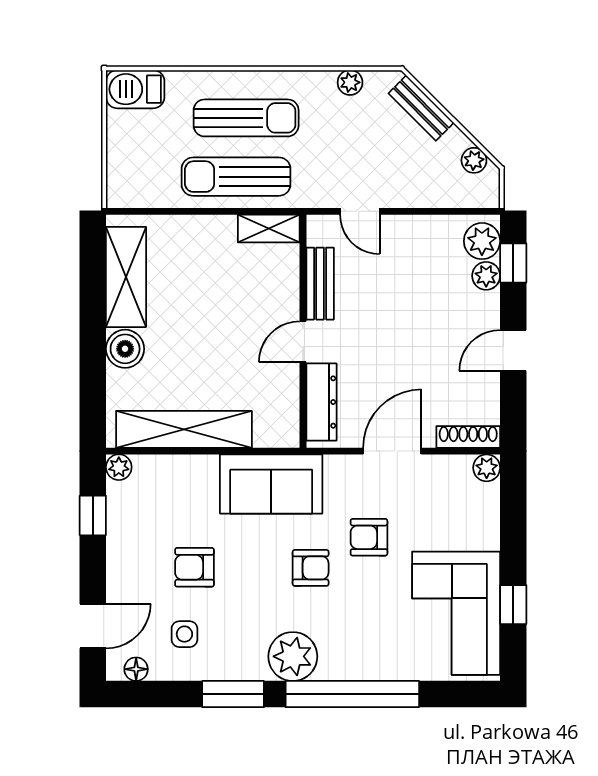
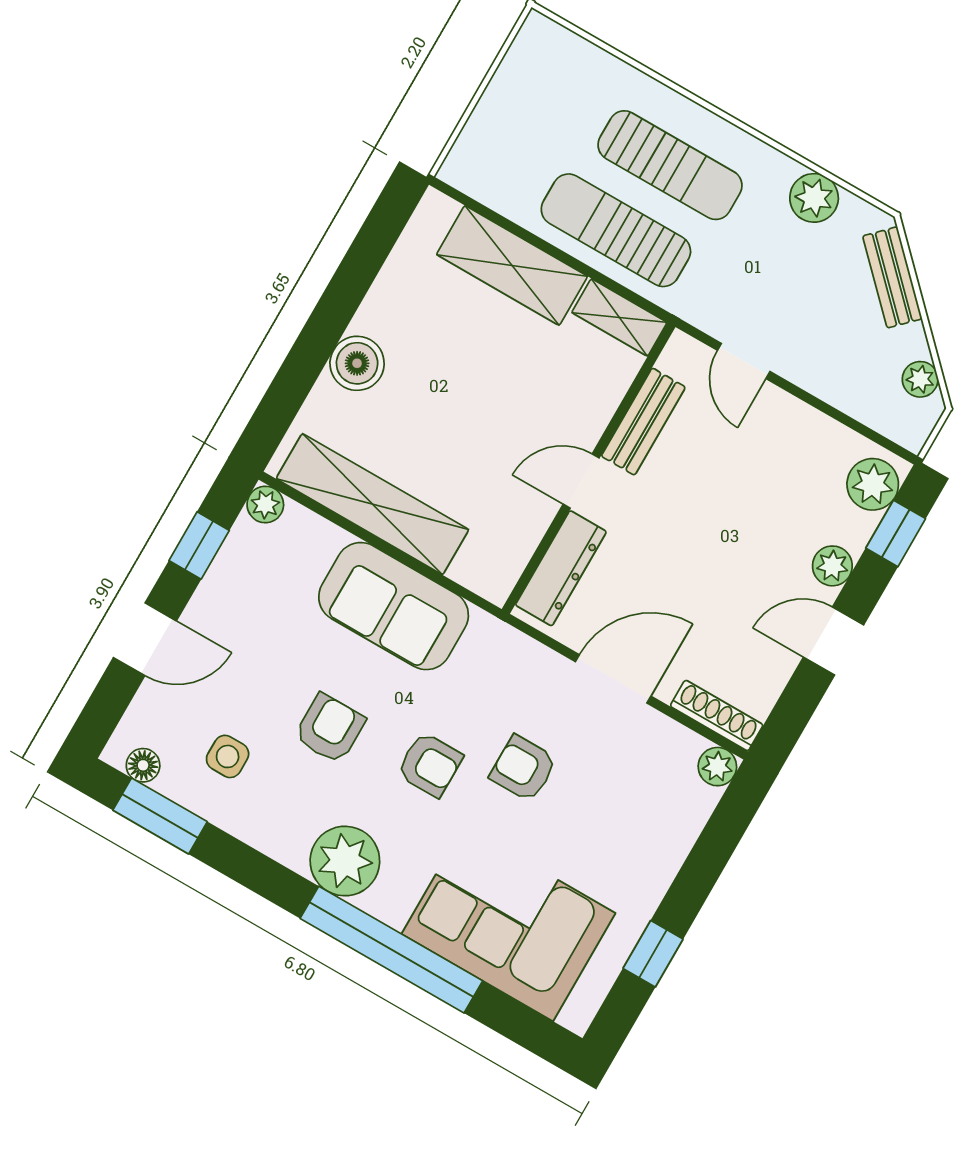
plant: (350, 82) -> (814, 198), width x1.38, depth x1.38
barbecue: (135, 89) -> (554, 51), removed
plant: (486, 276) -> (832, 566), moved
shelving: (126, 277) -> (512, 265), moved, turned 90
sofa: (271, 484) -> (394, 606), moved
armchair: (194, 567) -> (330, 729), moved, turned 90
corner sofa: (456, 613) -> (509, 923), moved, turned 90
door: (93, 626) -> (145, 639), moved
window: (233, 694) -> (160, 816), moved

